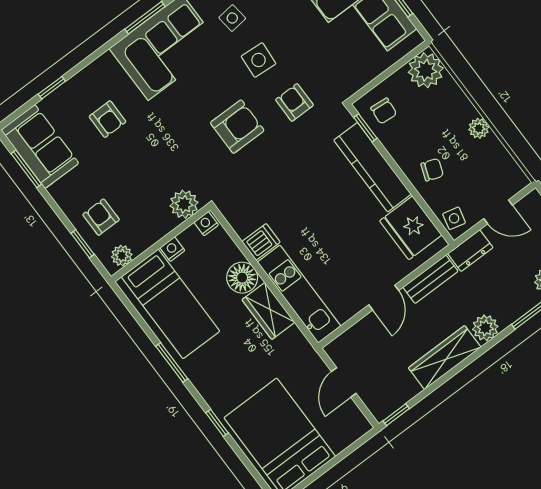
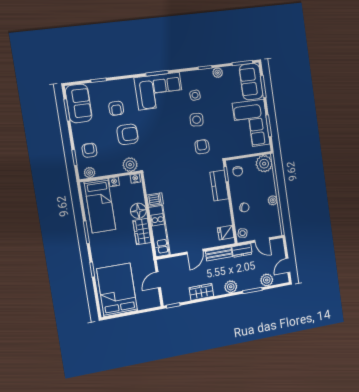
armchair: (237, 127) -> (128, 134), moved
kitchen counter: (372, 167) -> (219, 186), width x0.67
fridge: (411, 228) -> (226, 233), width x0.53, depth x0.75
wardrobe: (445, 358) -> (201, 292), width x0.67

